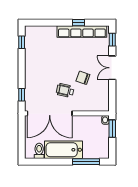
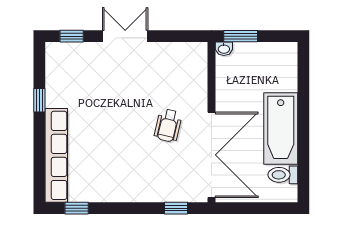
row of seats: (82, 32) -> (56, 155), moved
double door: (112, 68) -> (125, 36), swing flipped
chair: (83, 78) -> (144, 92), removed
window: (86, 162) -> (303, 86), removed

